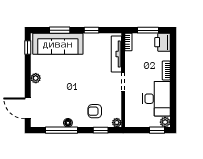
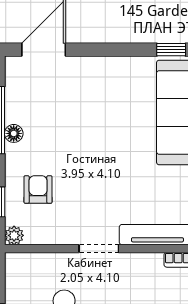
plant: (36, 78) -> (107, 66), removed

